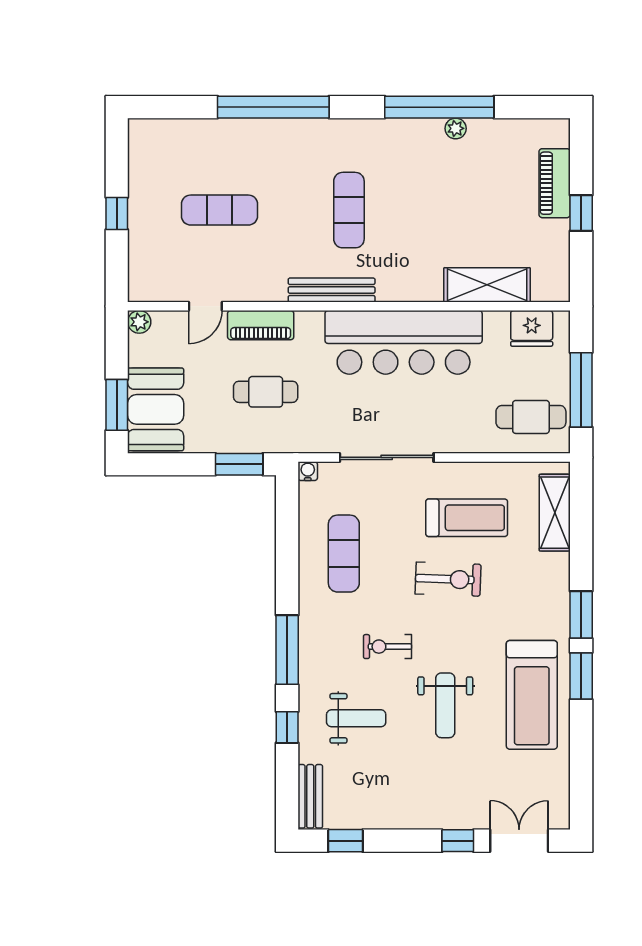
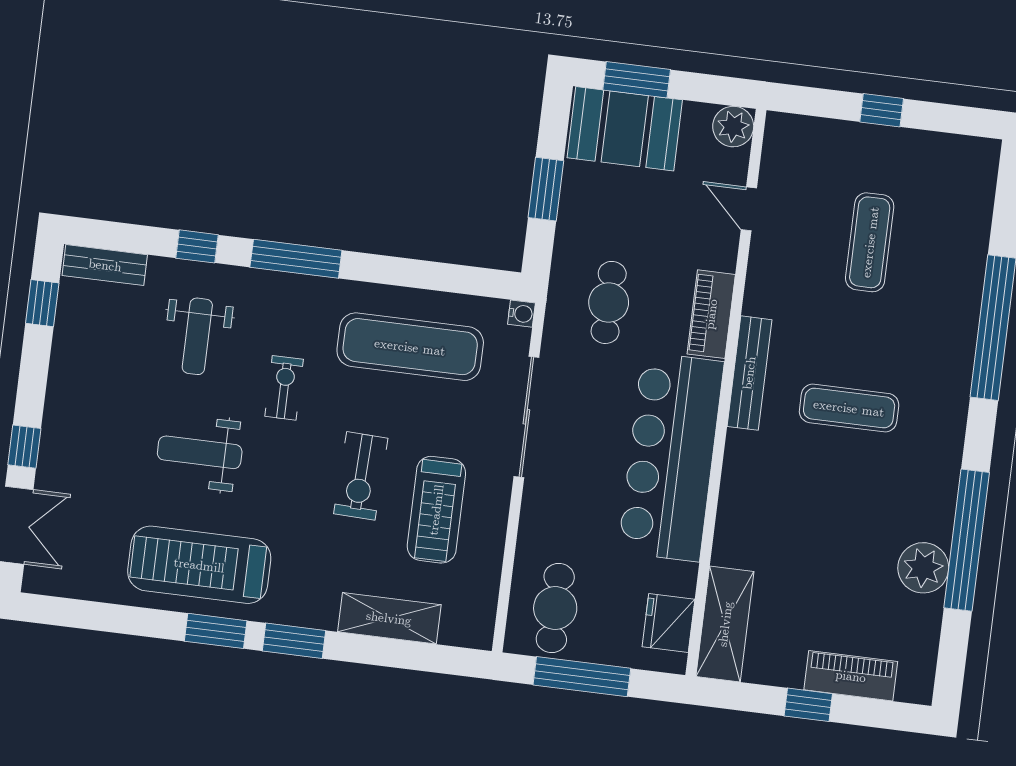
plant: (456, 128) -> (923, 568), width x1.88, depth x1.88
shelving: (487, 285) -> (725, 624), moved
plant: (139, 322) -> (733, 127), width x1.38, depth x1.38
piano: (261, 325) -> (711, 314), moved
cafe table: (266, 392) -> (609, 302), moved
window: (239, 464) -> (546, 189), moved
shelving: (555, 513) -> (389, 618), moved
exercise mat: (344, 554) -> (410, 347), width x1.36, depth x1.45

